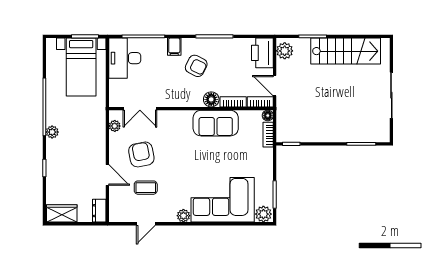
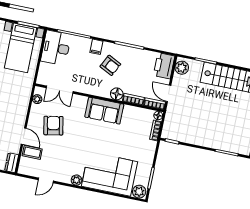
sofa: (216, 123) -> (104, 111), moved
coffee table: (146, 188) -> (32, 152), moved

